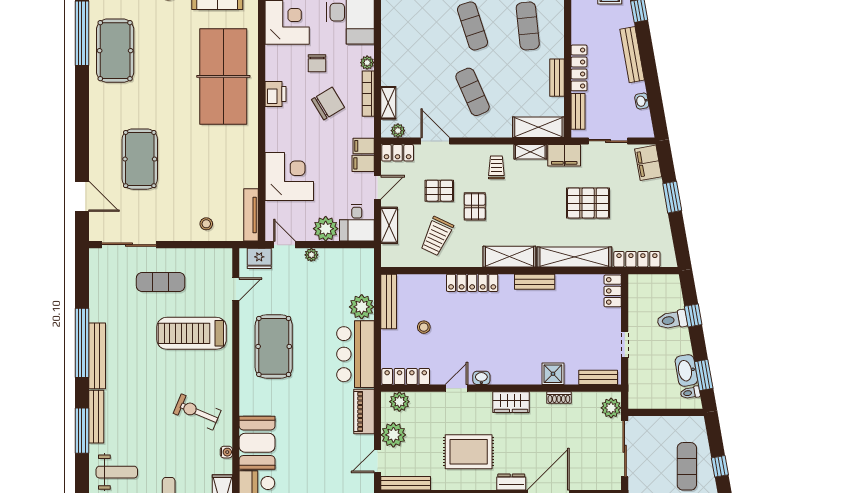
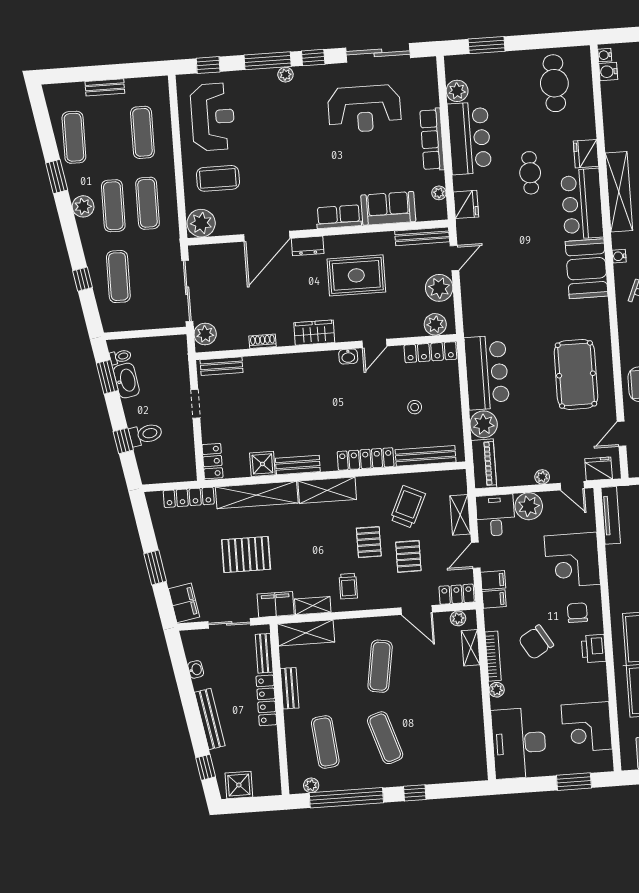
chair: (317, 63) -> (577, 613), moved
exercise mat: (473, 92) -> (380, 666), turned 33
pallet: (439, 191) -> (408, 556), turned 90
bench: (389, 301) -> (426, 456), moved, turned 90
shower: (553, 374) -> (262, 464), moved
piano: (364, 412) -> (484, 464), moved

